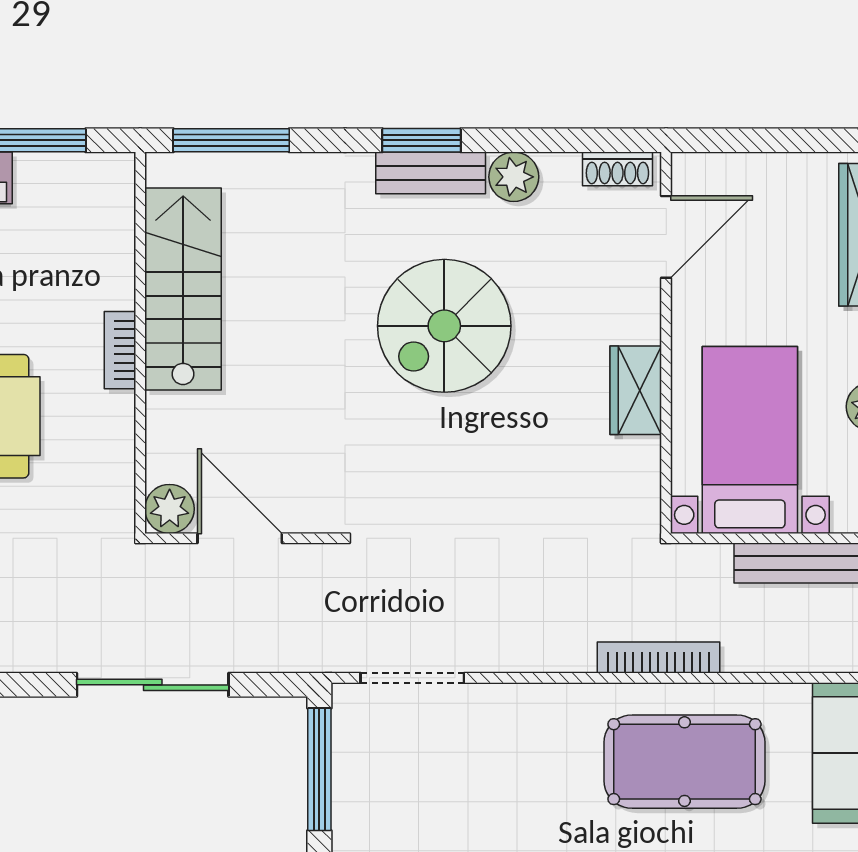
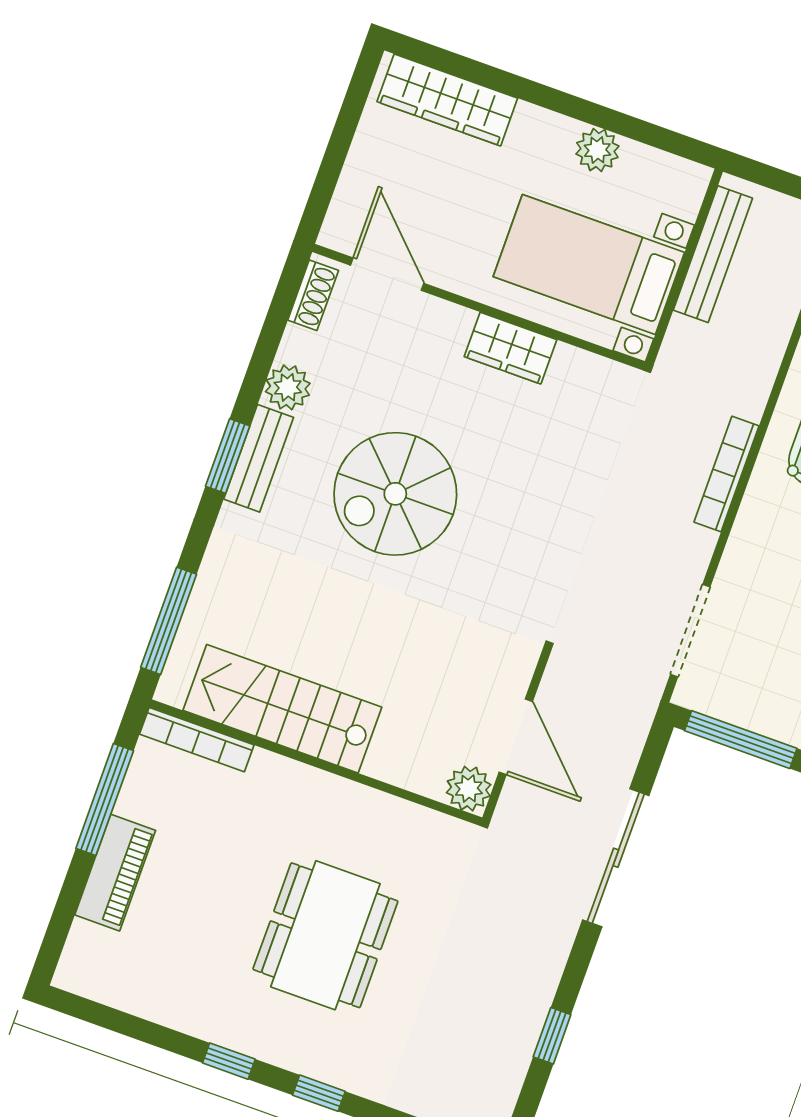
spiral stairs: (444, 326) -> (395, 494), turned 90
bookcase: (120, 350) -> (197, 740), moved, width x1.56
door: (240, 538) -> (516, 737), swing flipped
bookcase: (658, 658) -> (727, 474), moved

